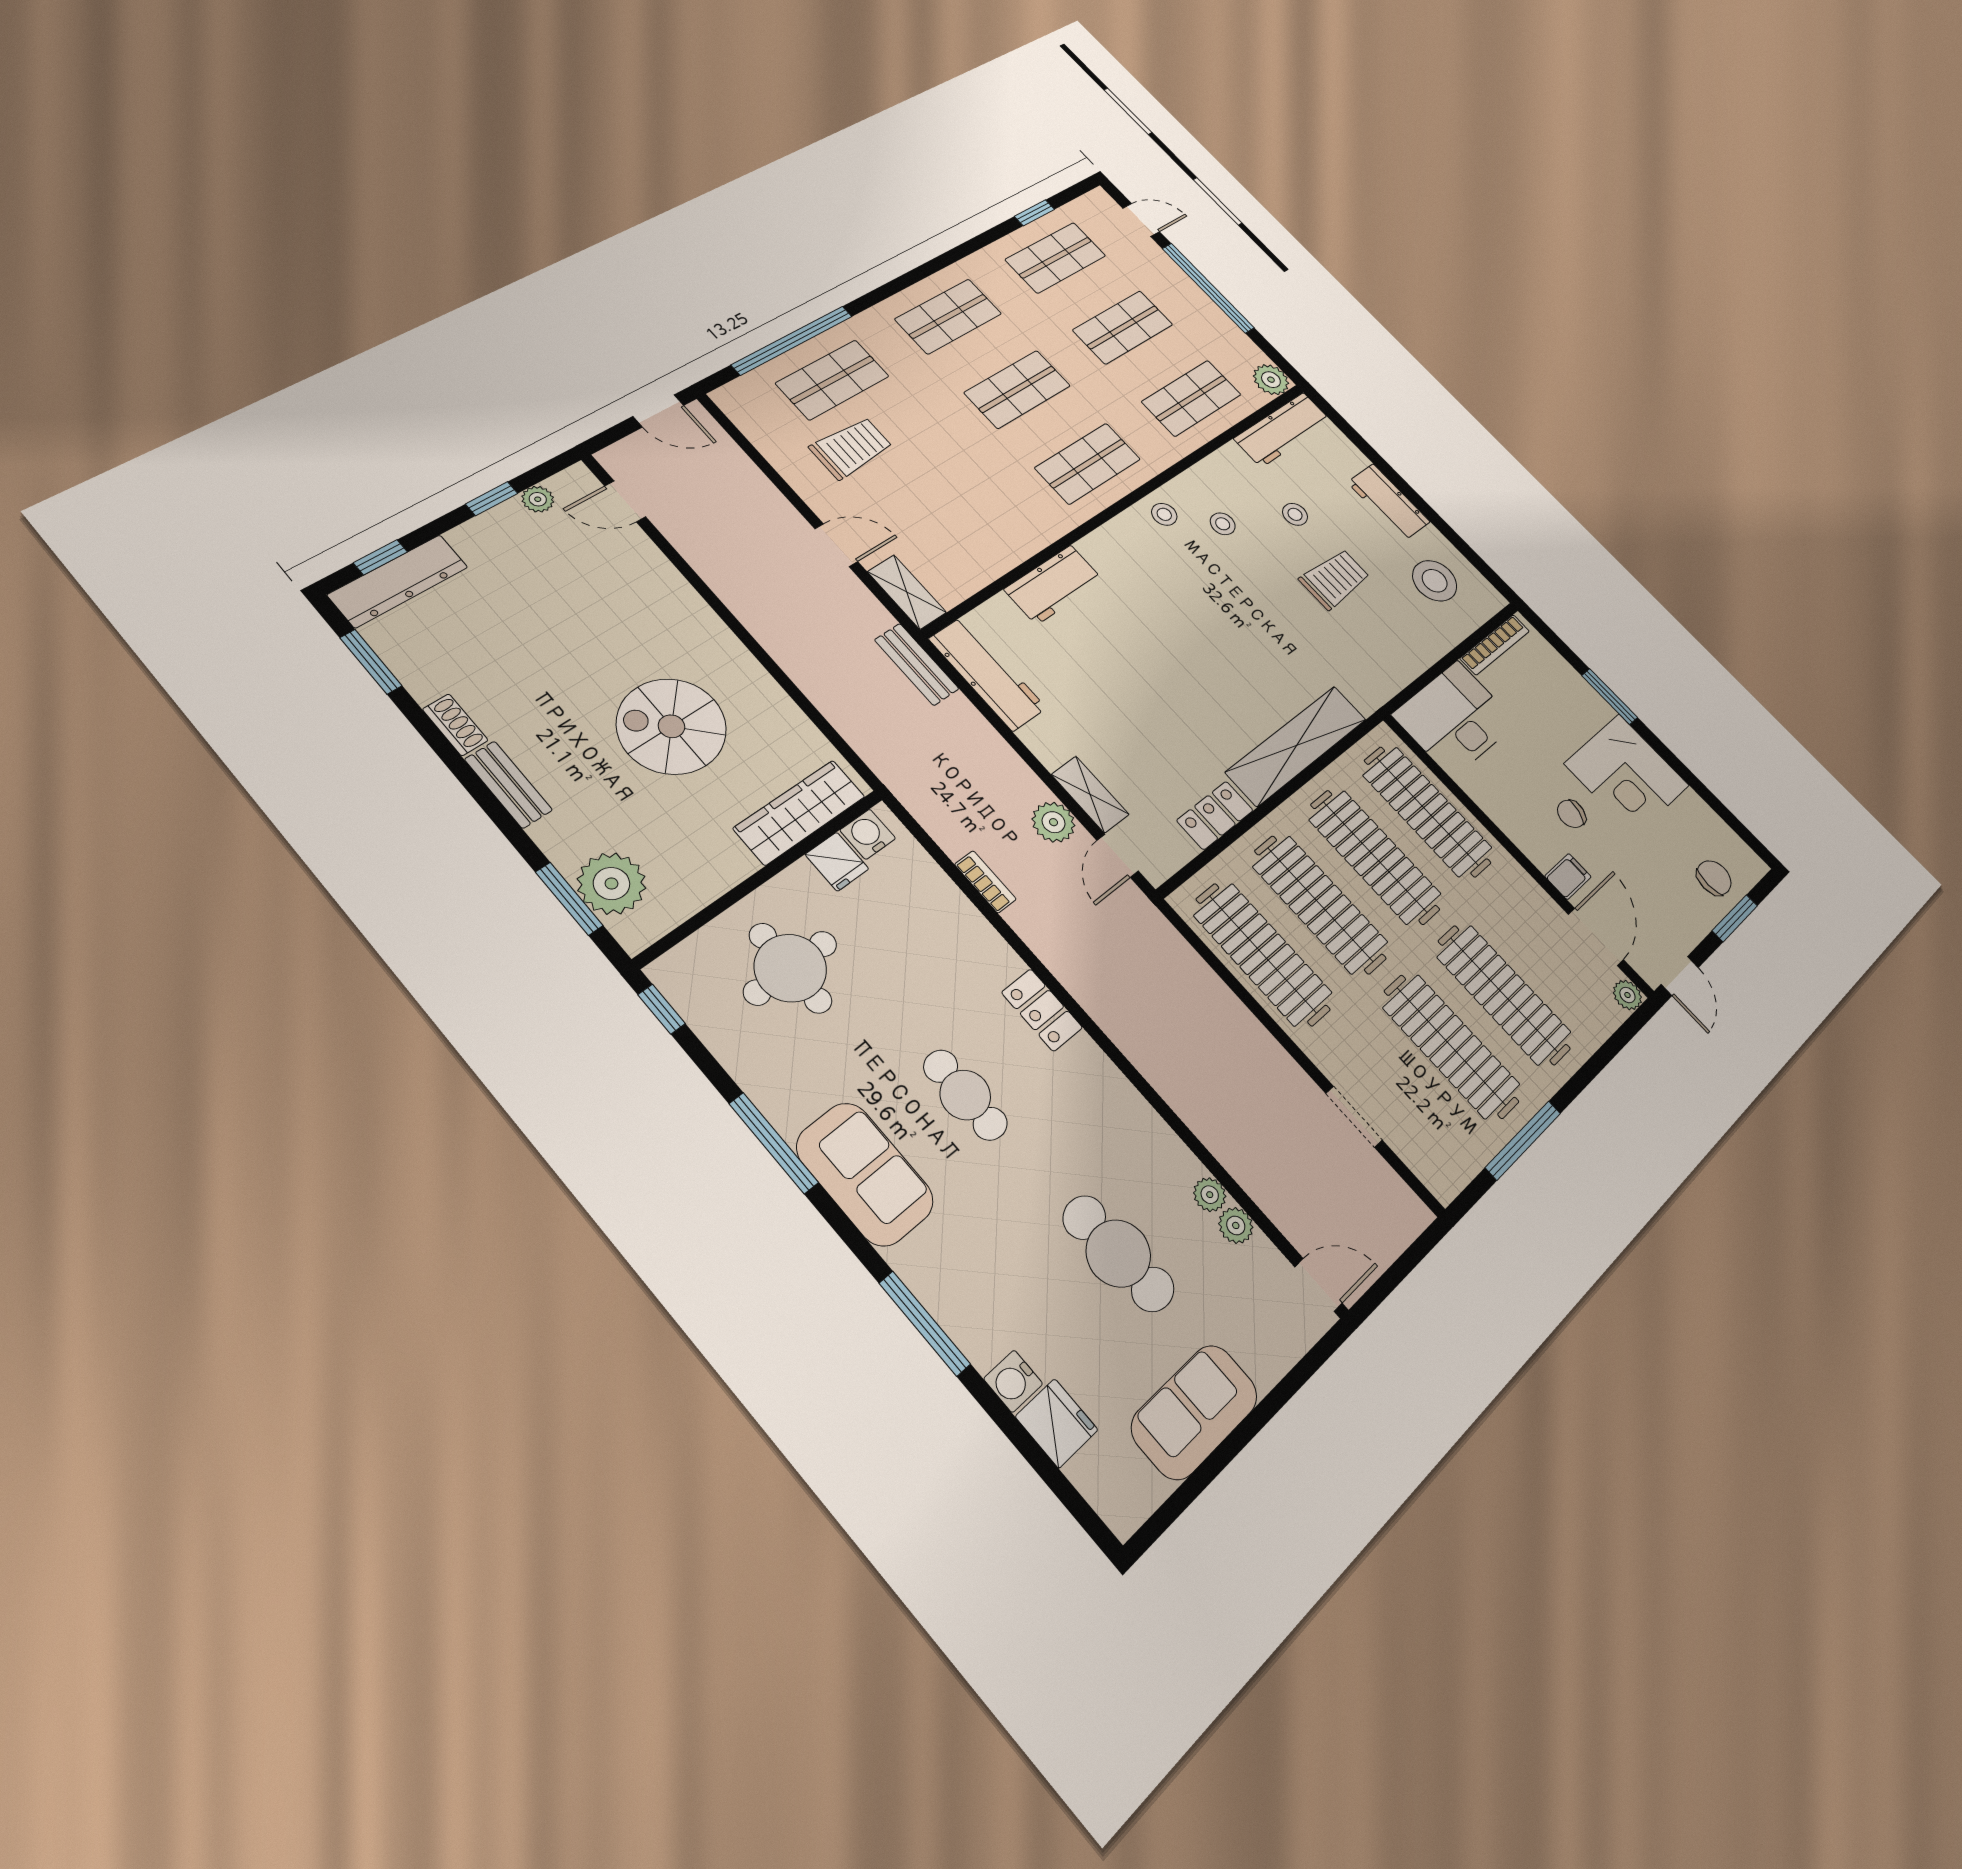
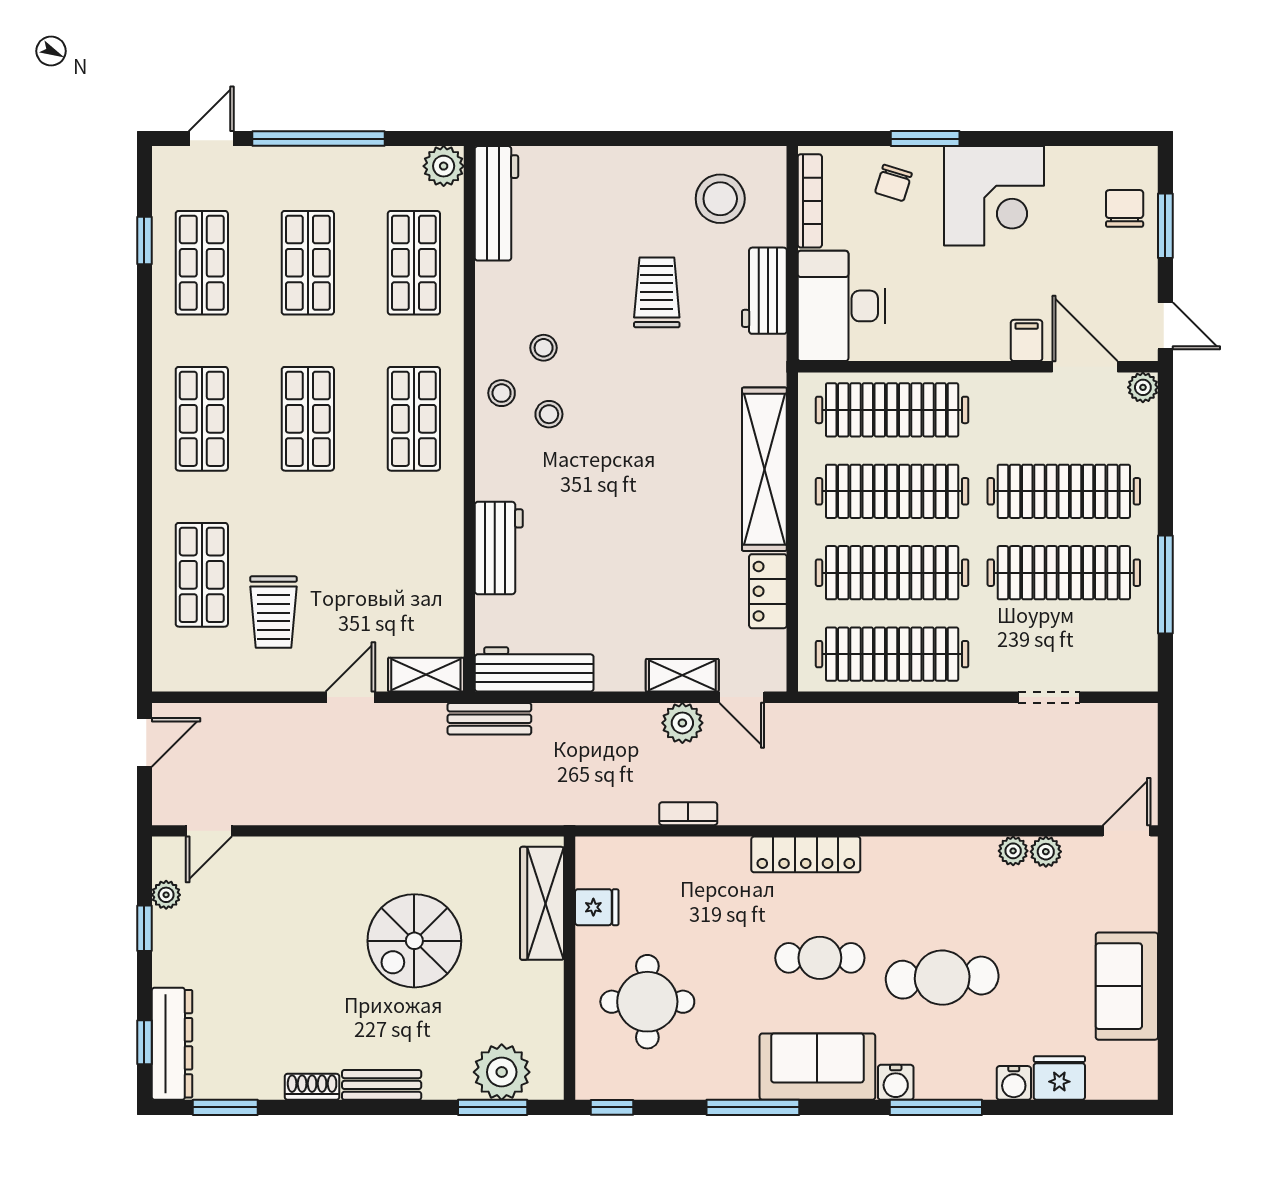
window: (792, 340) -> (144, 578), removed
trolley: (851, 448) -> (273, 612), turned 180
workbench: (1389, 502) -> (764, 291), moved, turned 90
stool: (1295, 514) -> (549, 414), moved
chair: (1572, 814) -> (893, 183), moved
water cooler: (868, 834) -> (896, 1082), moved, turned -90
locker: (1042, 1010) -> (806, 854), width x1.53
cafe table: (1118, 1253) -> (942, 978), moved

